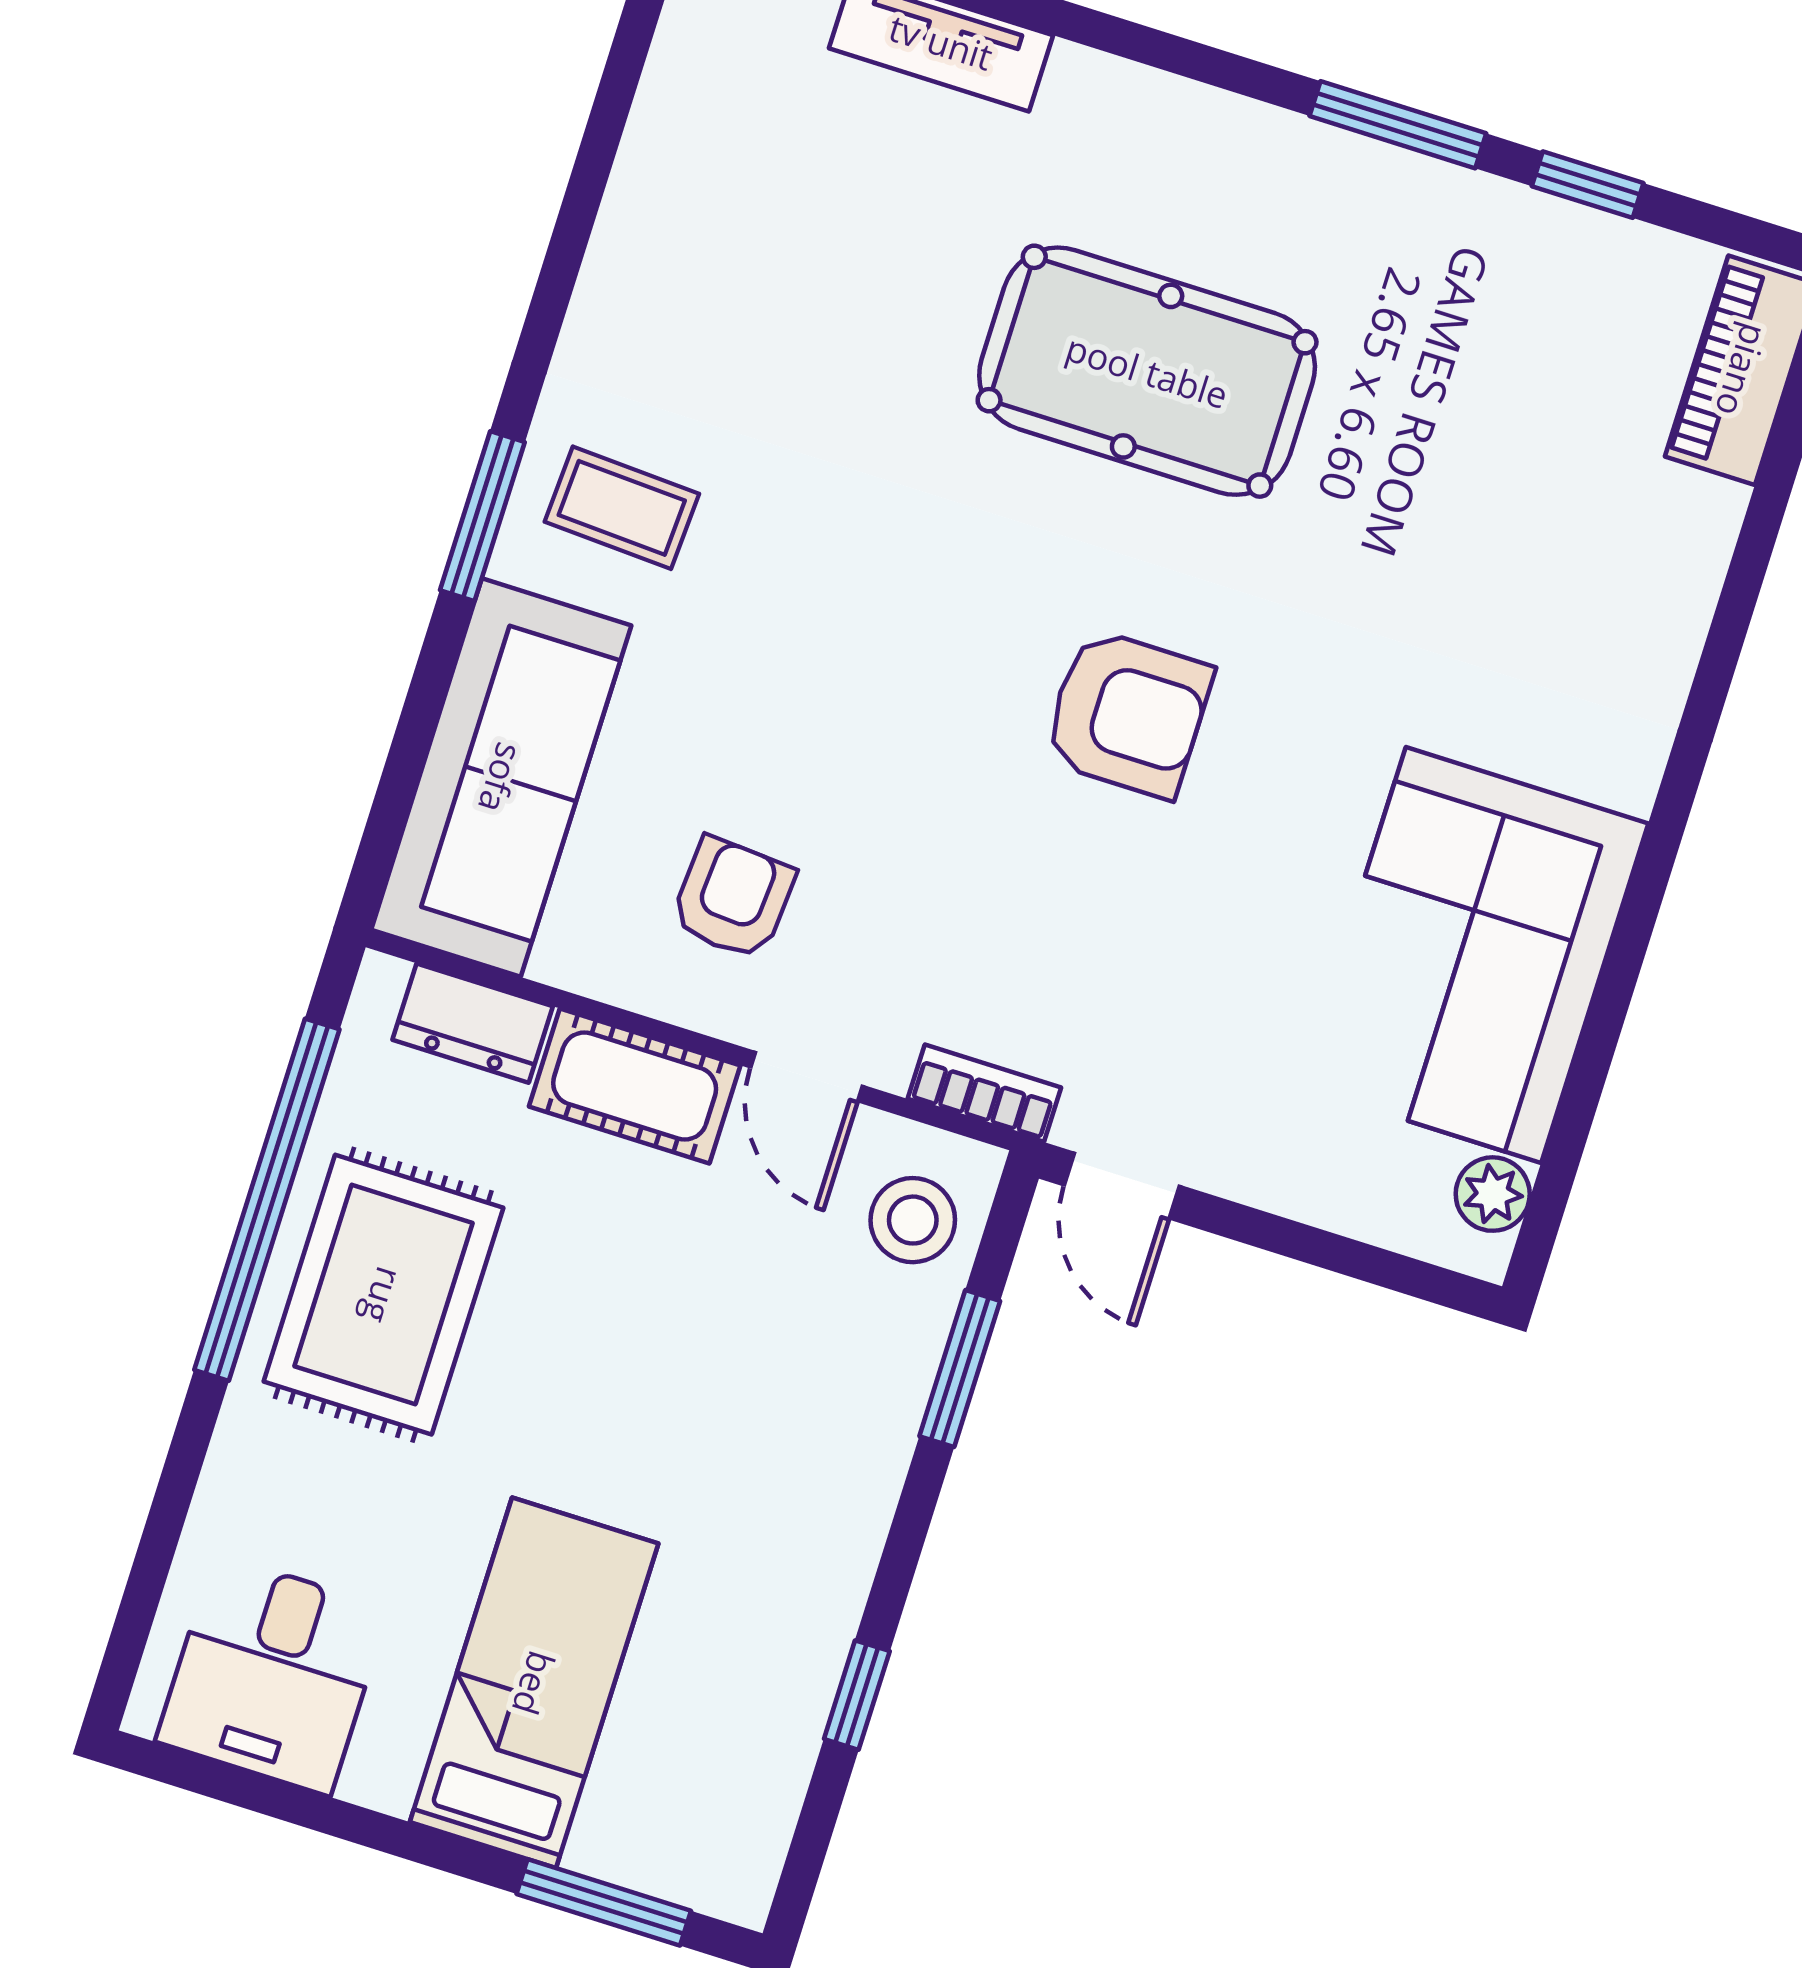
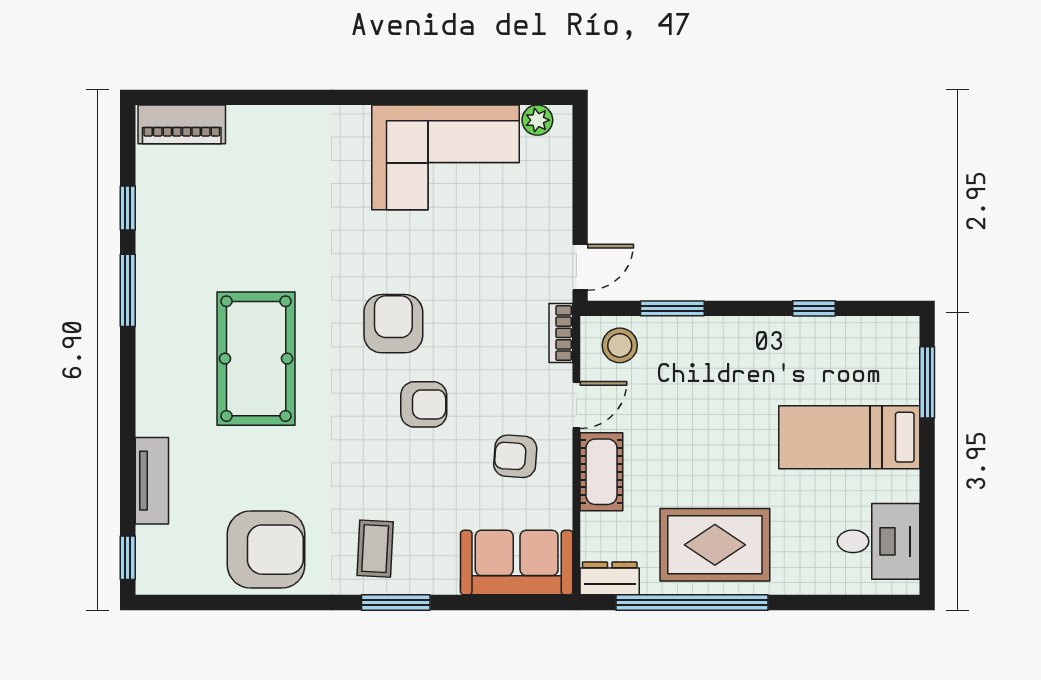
armchair: (699, 255) -> (266, 550), added
armchair: (919, 725) -> (424, 404), added
sofa: (501, 778) -> (517, 563), width x0.73
dresser: (473, 1023) -> (610, 578), moved, turned -90

